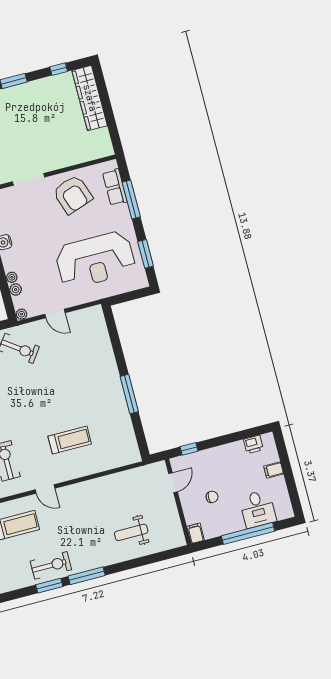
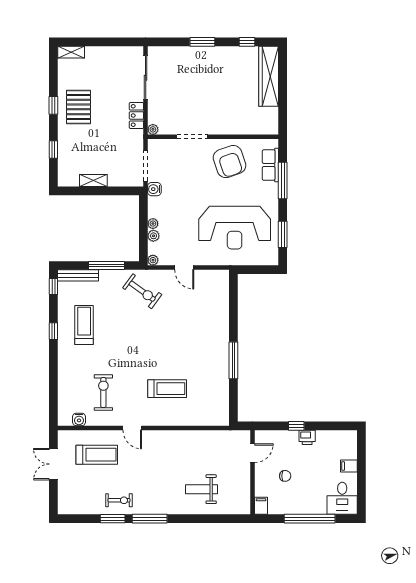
printer: (253, 444) -> (307, 437), moved
window: (189, 449) -> (296, 426), moved
desk: (258, 509) -> (342, 498), moved
exercise bike: (51, 565) -> (119, 500), width x0.73, depth x0.72

